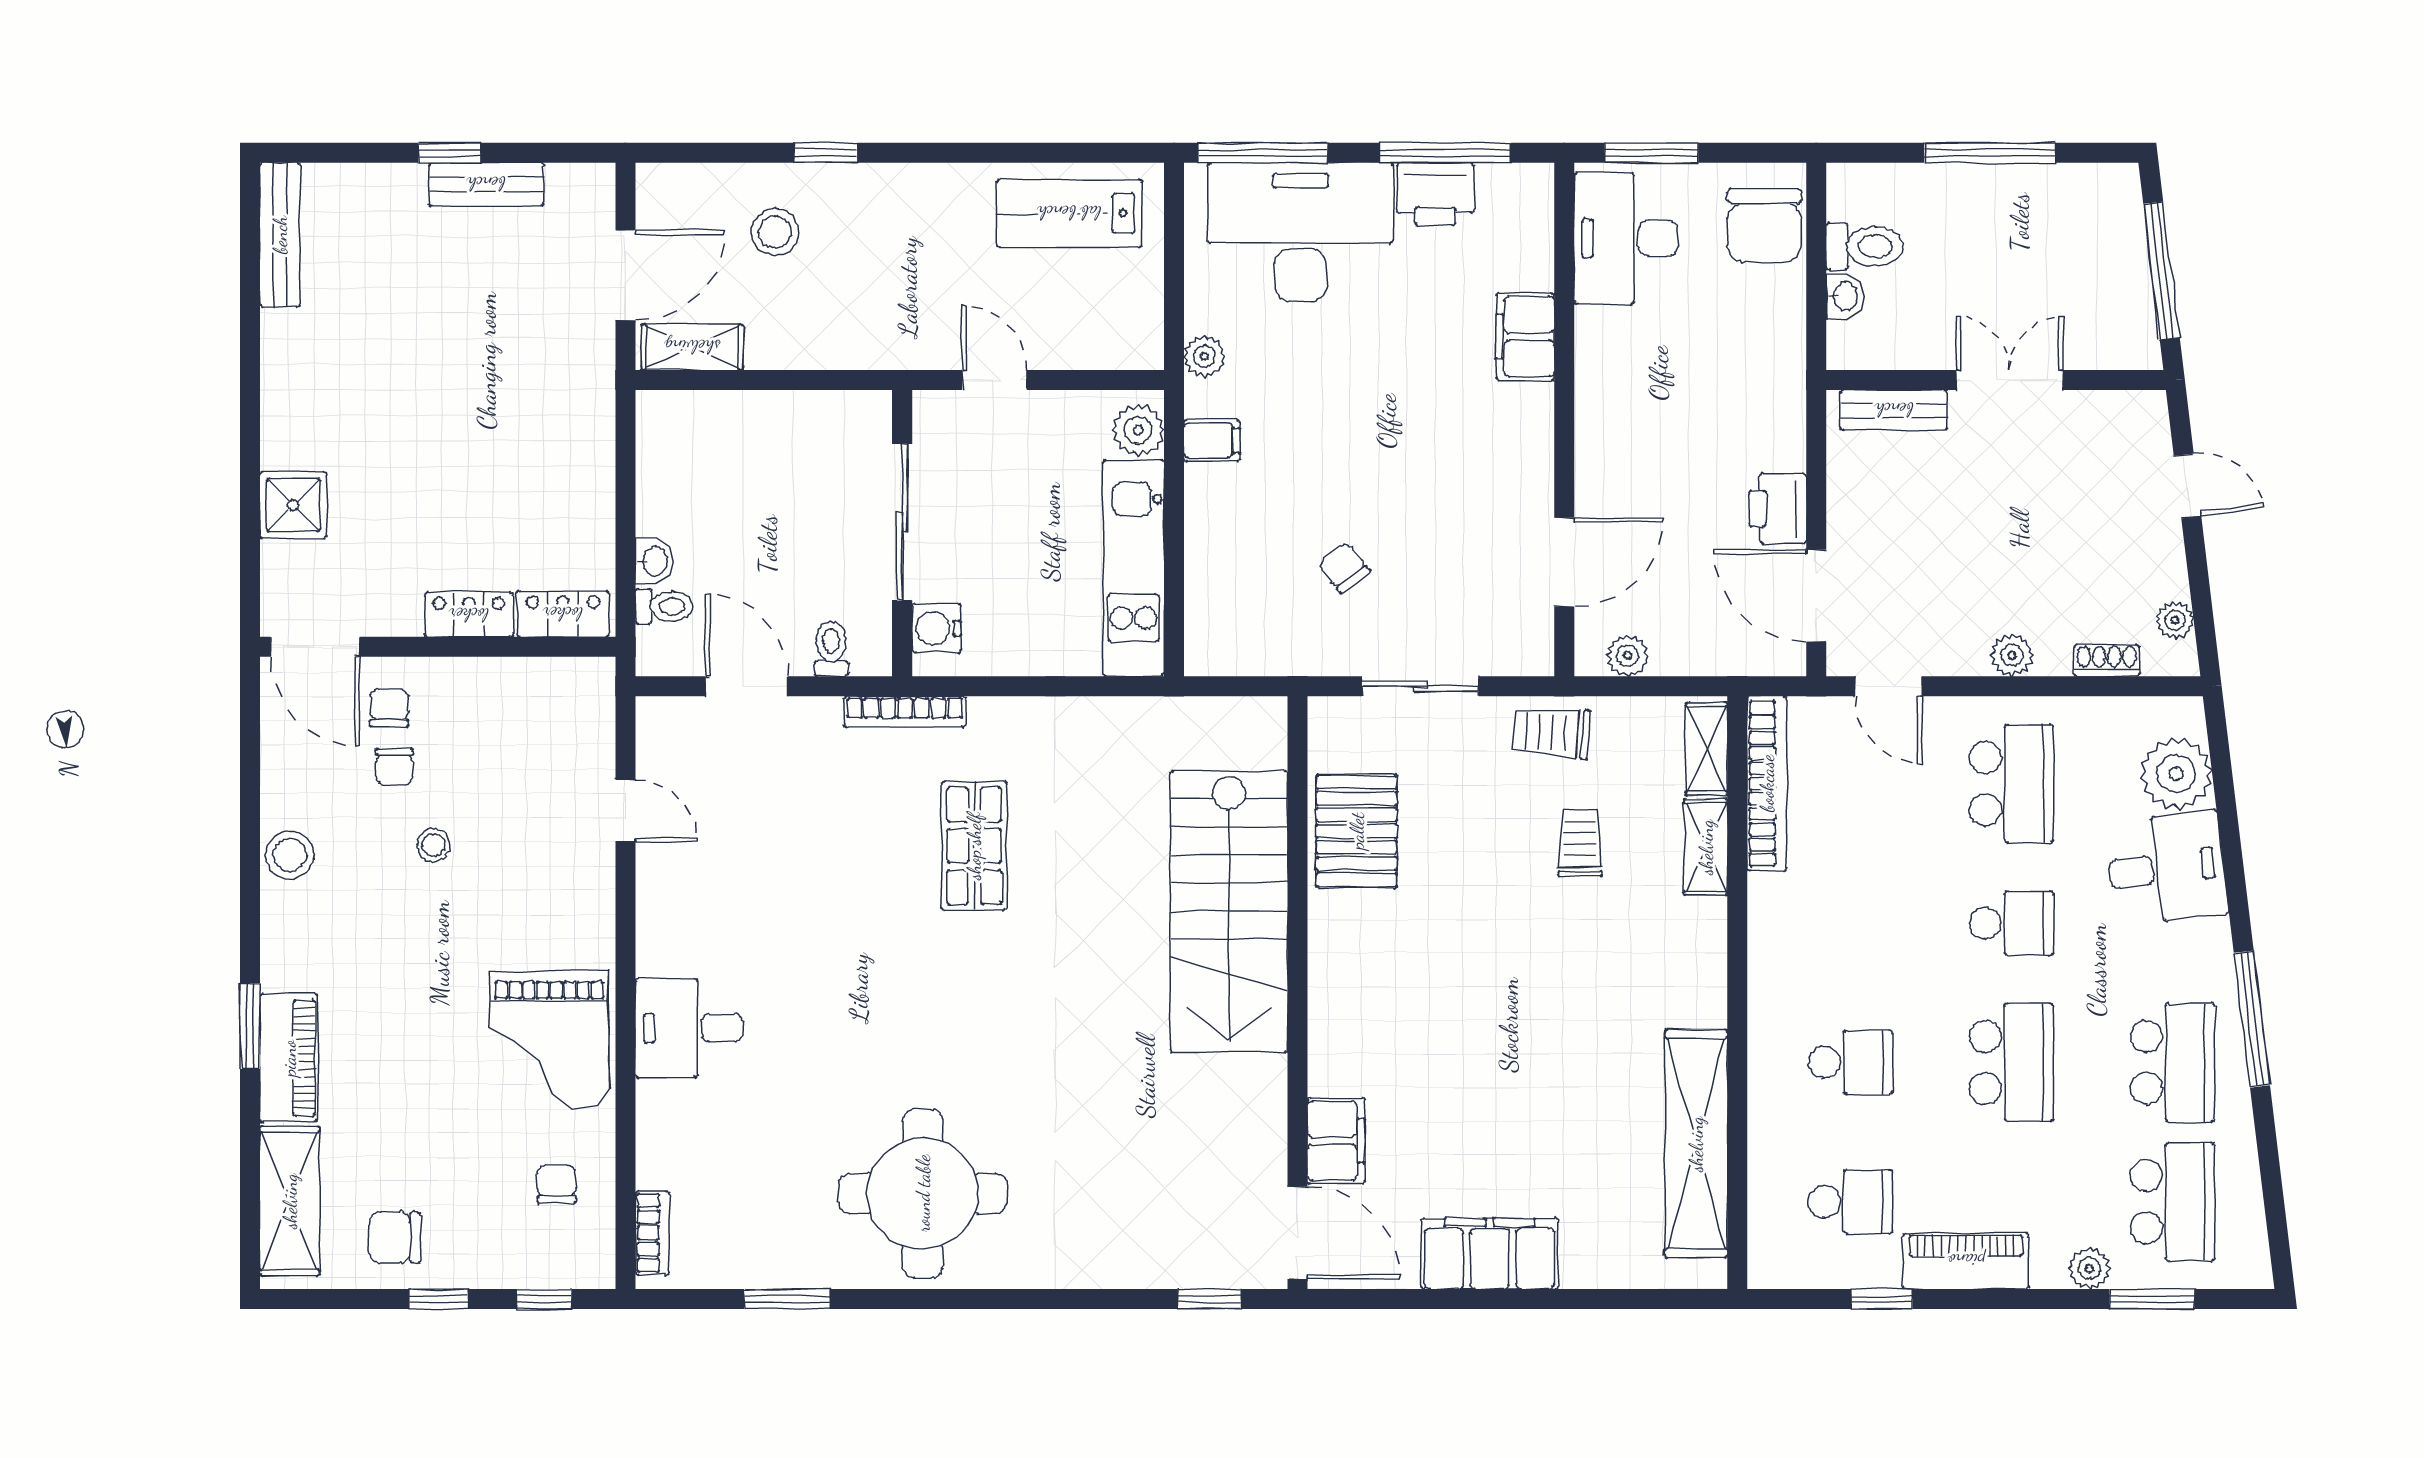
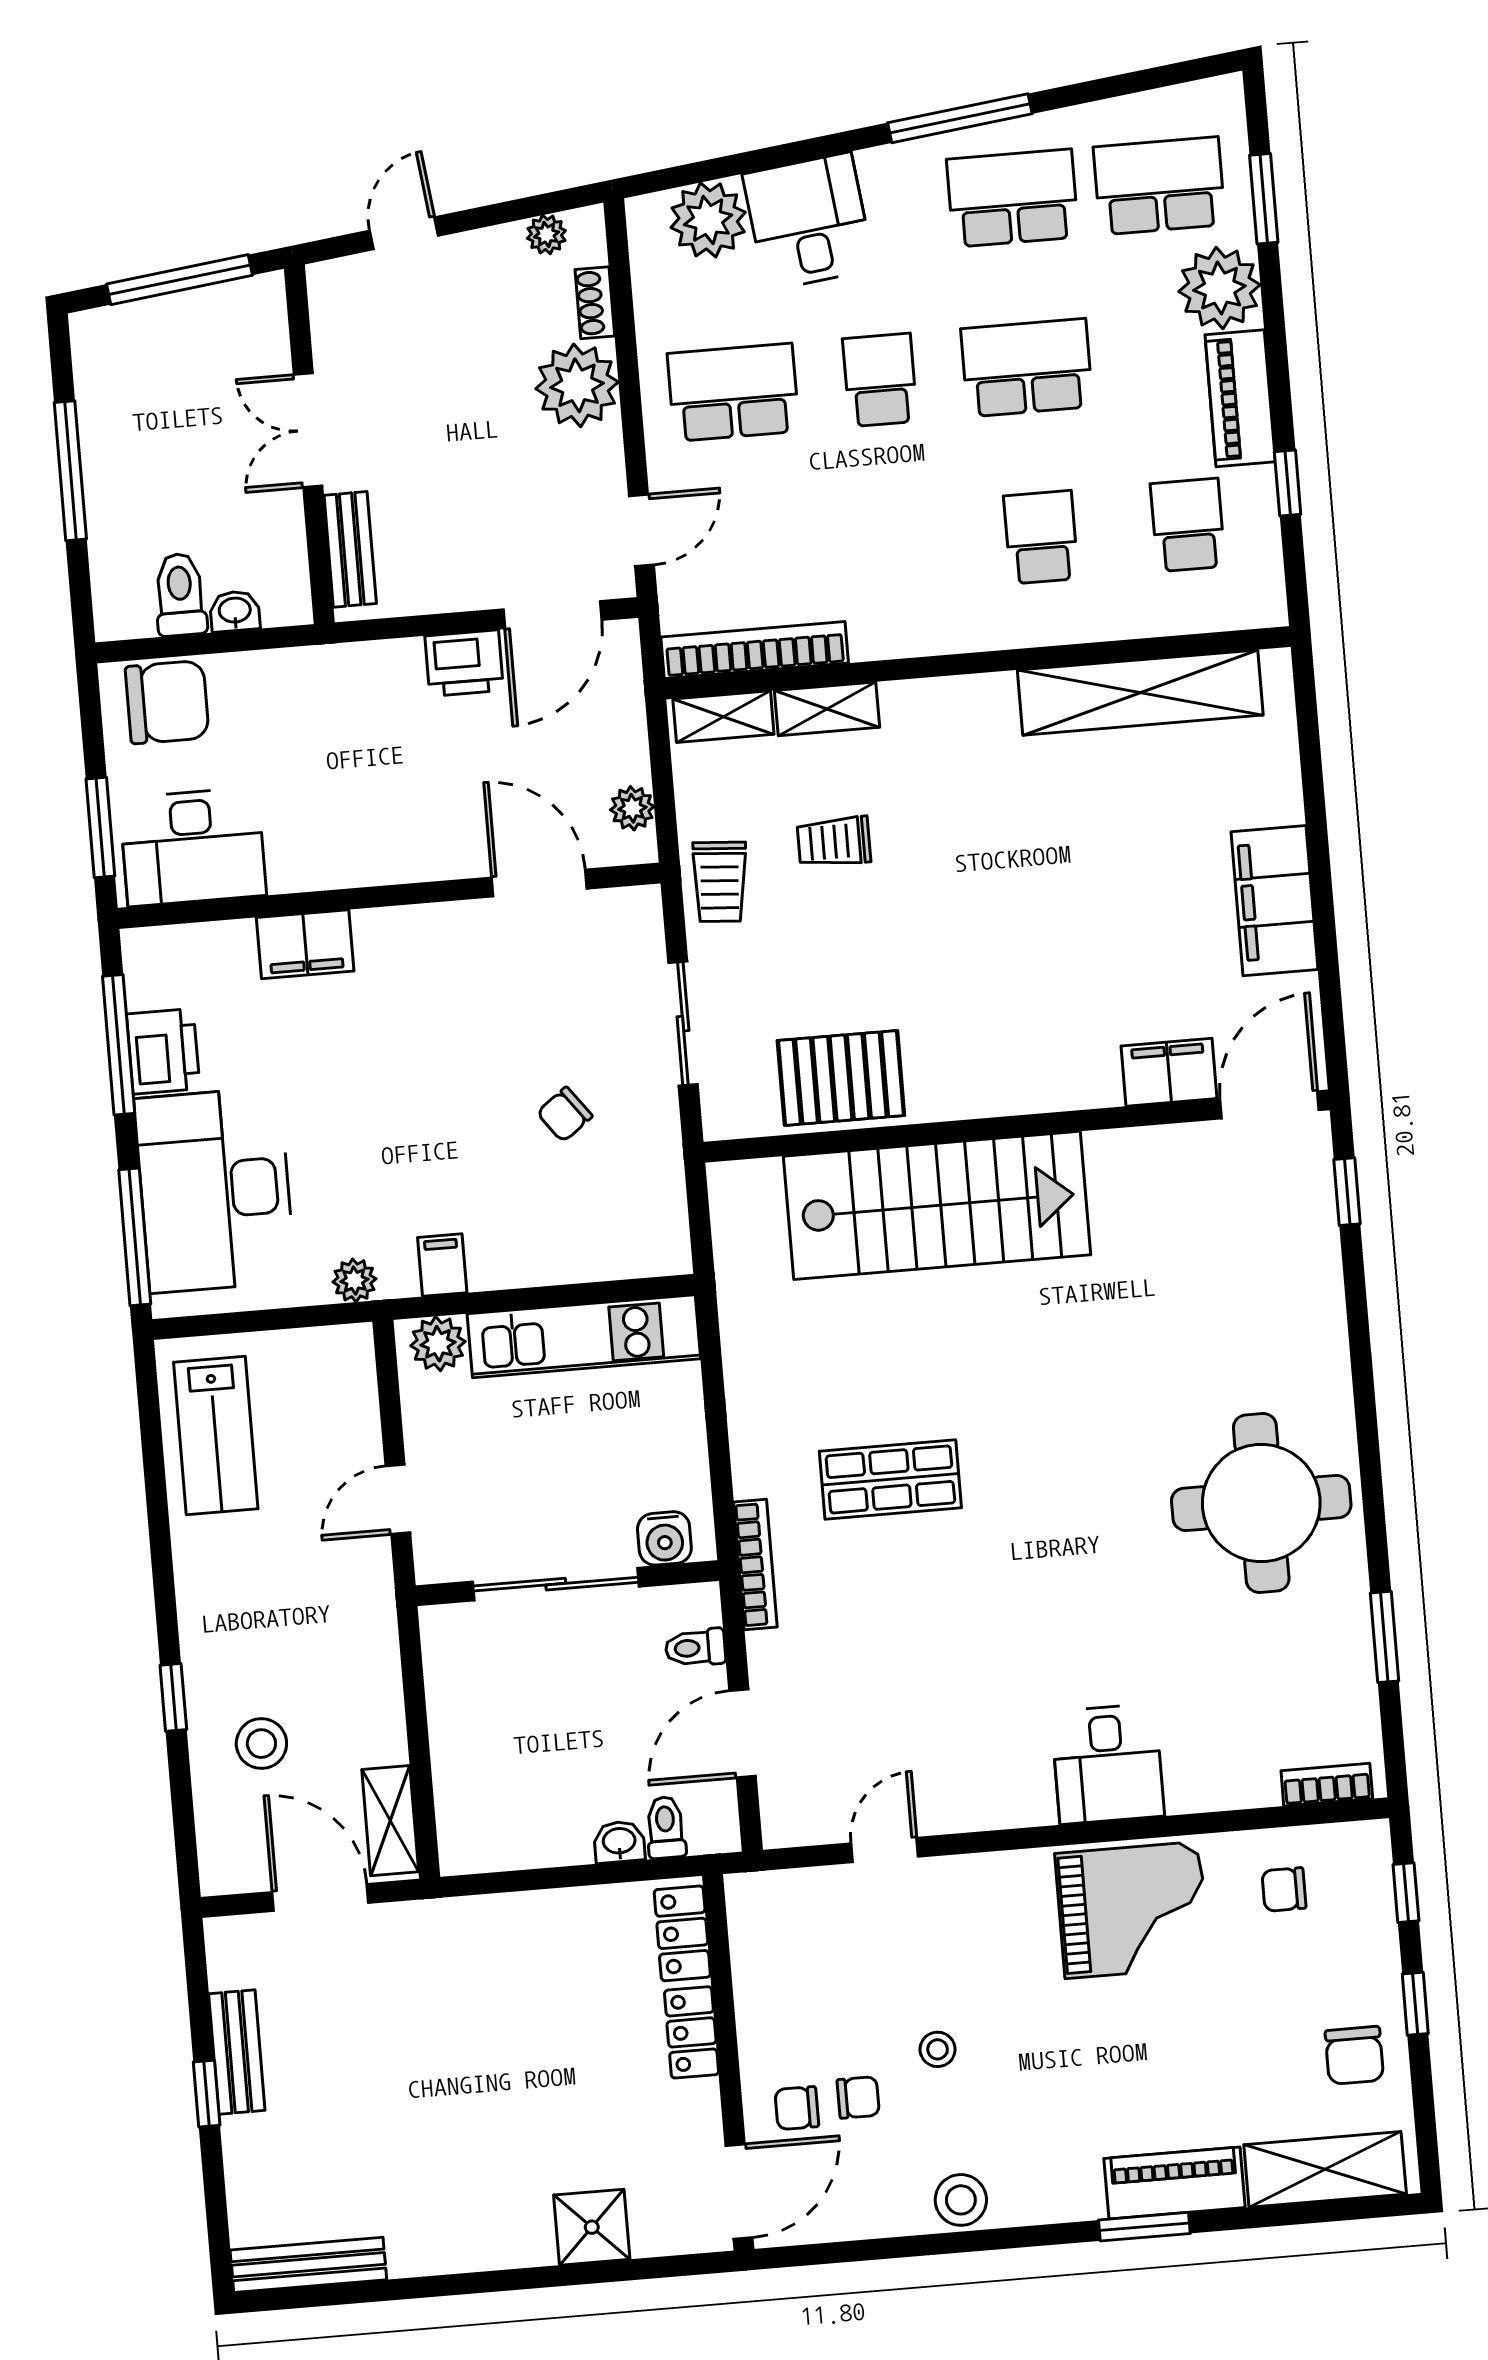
plant: (2012, 655) -> (577, 385), width x1.87, depth x1.87
plant: (2089, 1268) -> (1220, 288), width x1.88, depth x1.88

